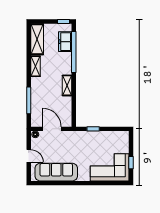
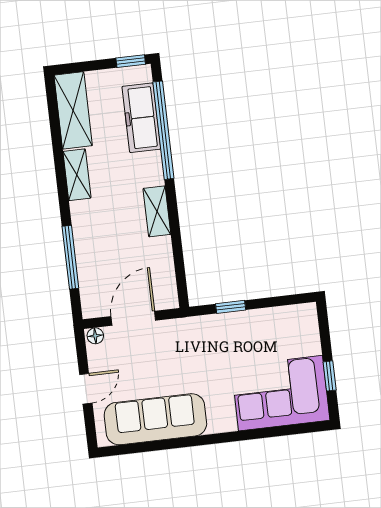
freezer: (65, 42) -> (141, 118), width x1.40
door: (52, 129) -> (133, 318), hinge flipped
door: (29, 156) -> (86, 389), hinge flipped

